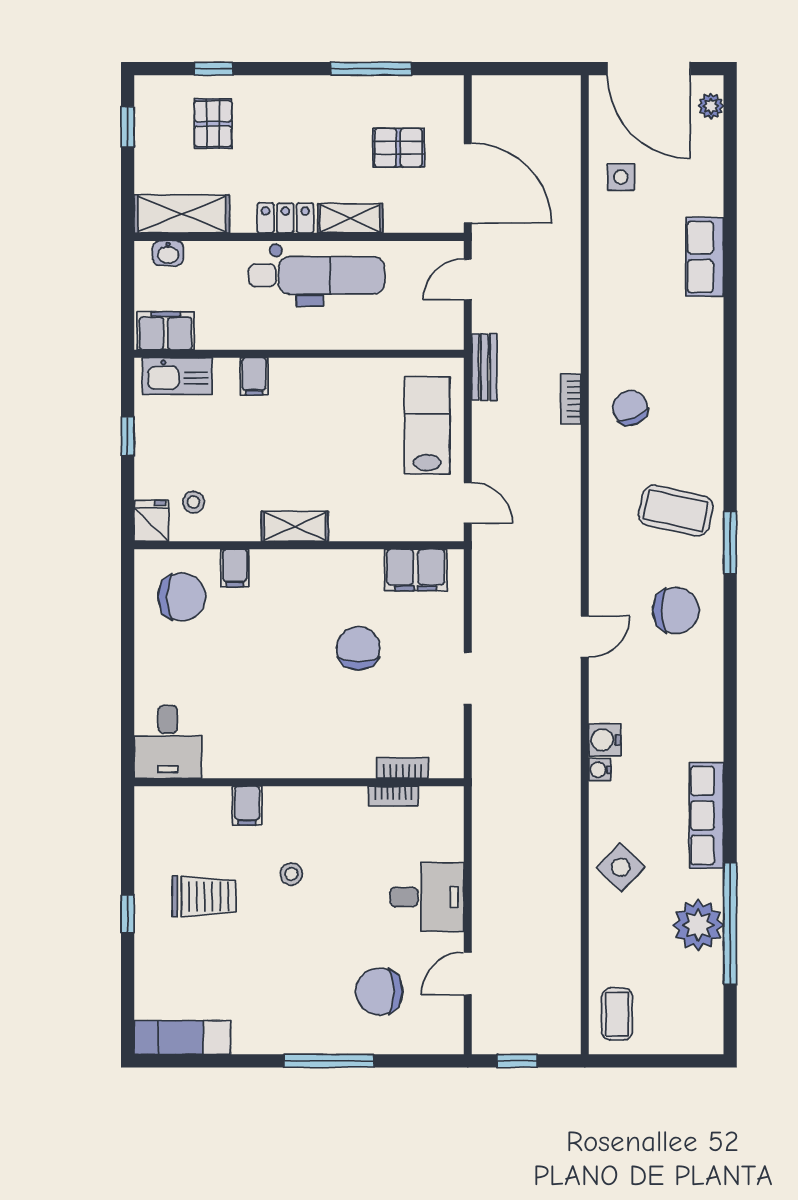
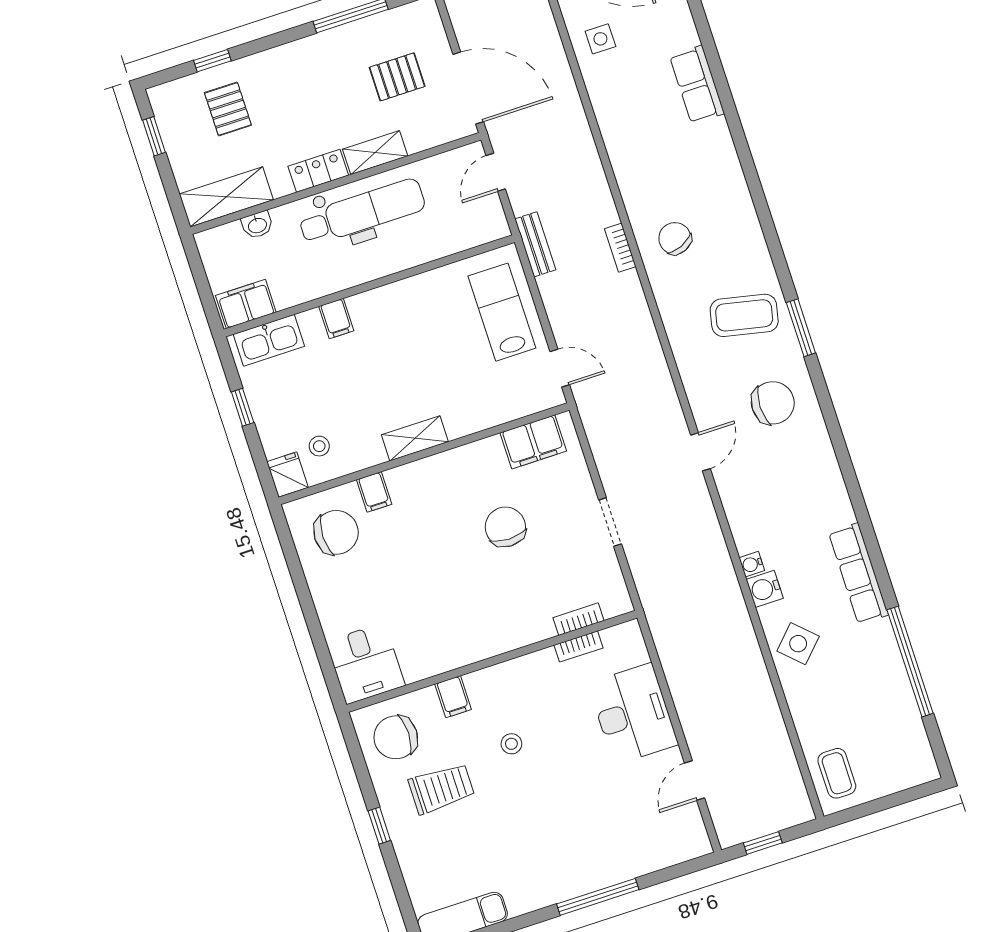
washbasin: (168, 253) -> (257, 225), moved
water cooler: (605, 740) -> (765, 589), moved
desk: (427, 897) -> (633, 714), width x1.37
plant: (698, 925) -> (882, 672), removed
chair: (379, 991) -> (396, 737), moved

